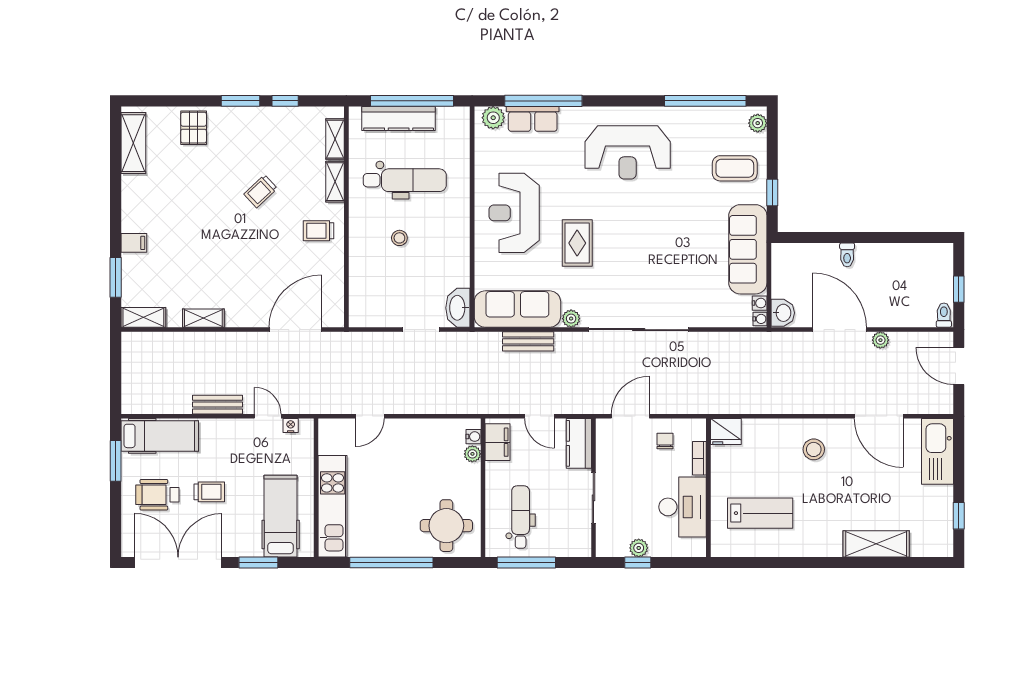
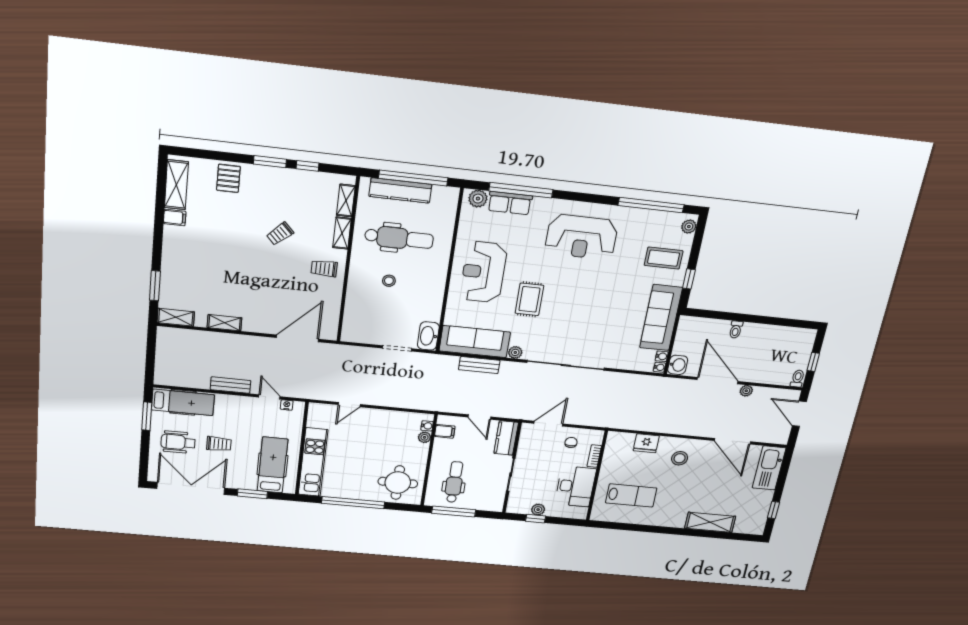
filing cabinet: (134, 243) -> (175, 217), moved
fridge: (726, 432) -> (646, 443), moved
filing cabinet: (497, 442) -> (445, 431), width x0.50

